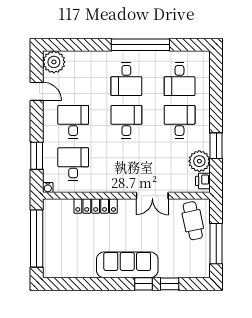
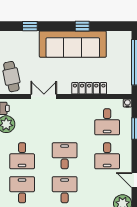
desk: (126, 122) -> (65, 156), turned 180
sofa: (127, 265) -> (73, 44), width x1.36, depth x1.27
window: (143, 284) -> (82, 26), moved

